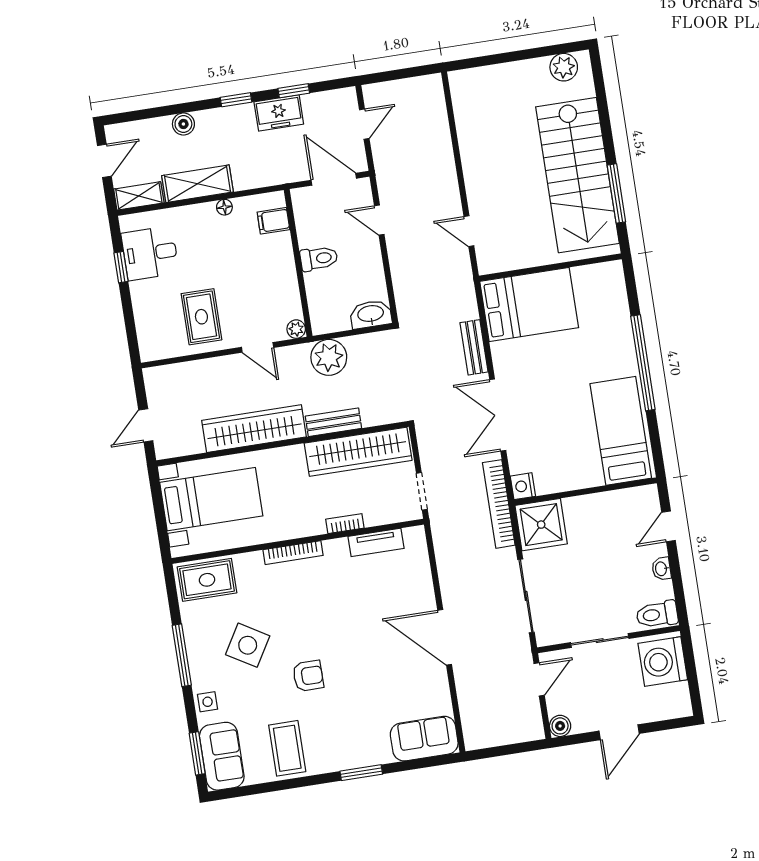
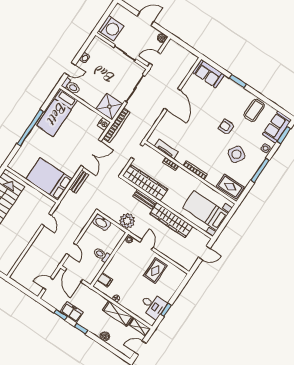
toilet: (657, 614) -> (71, 86), moved

